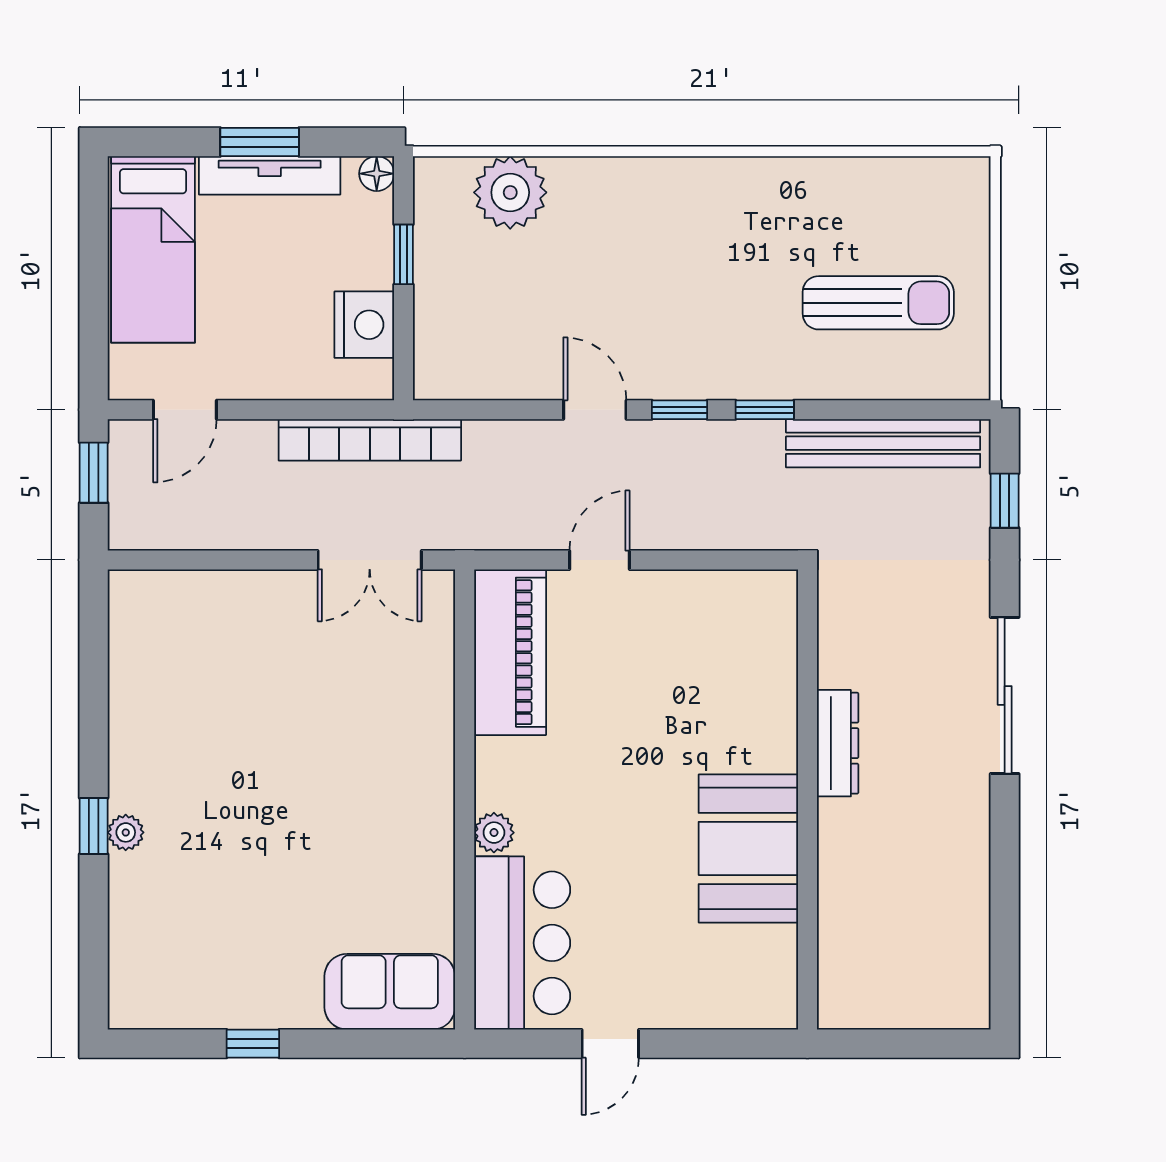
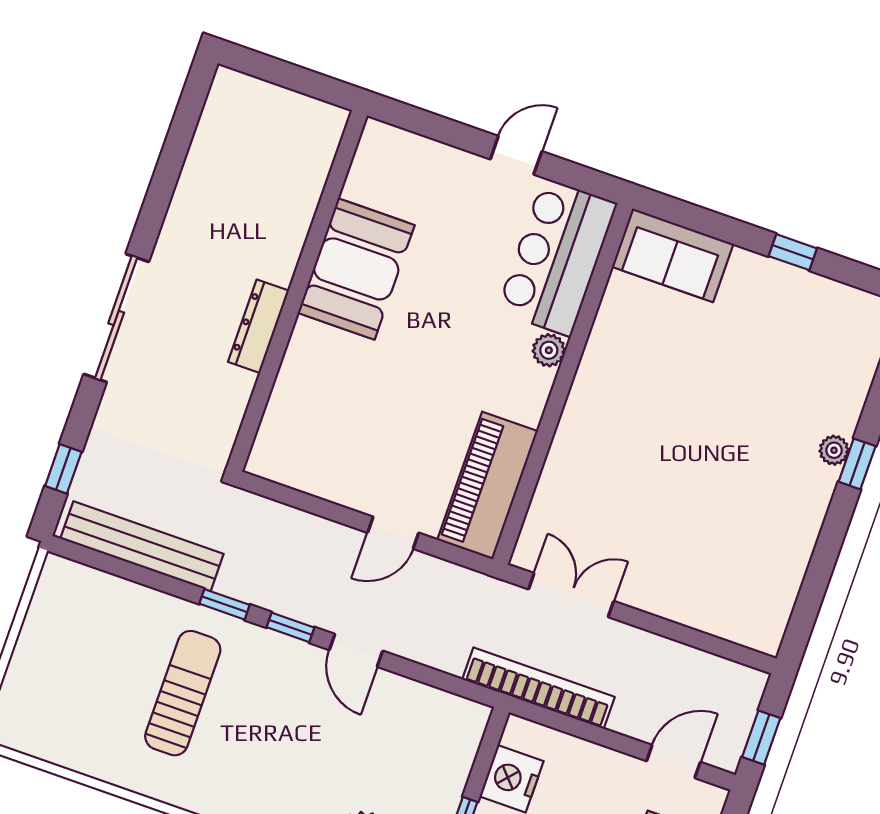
sun lounger: (878, 303) -> (183, 693), moved, turned 90

